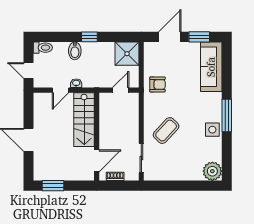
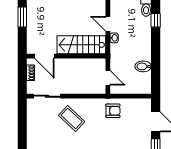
window: (89, 37) -> (156, 20), moved
bidet: (75, 51) -> (143, 66), moved
shower: (127, 54) -> (141, 83), removed
armchair: (158, 84) -> (113, 111), turned -90

